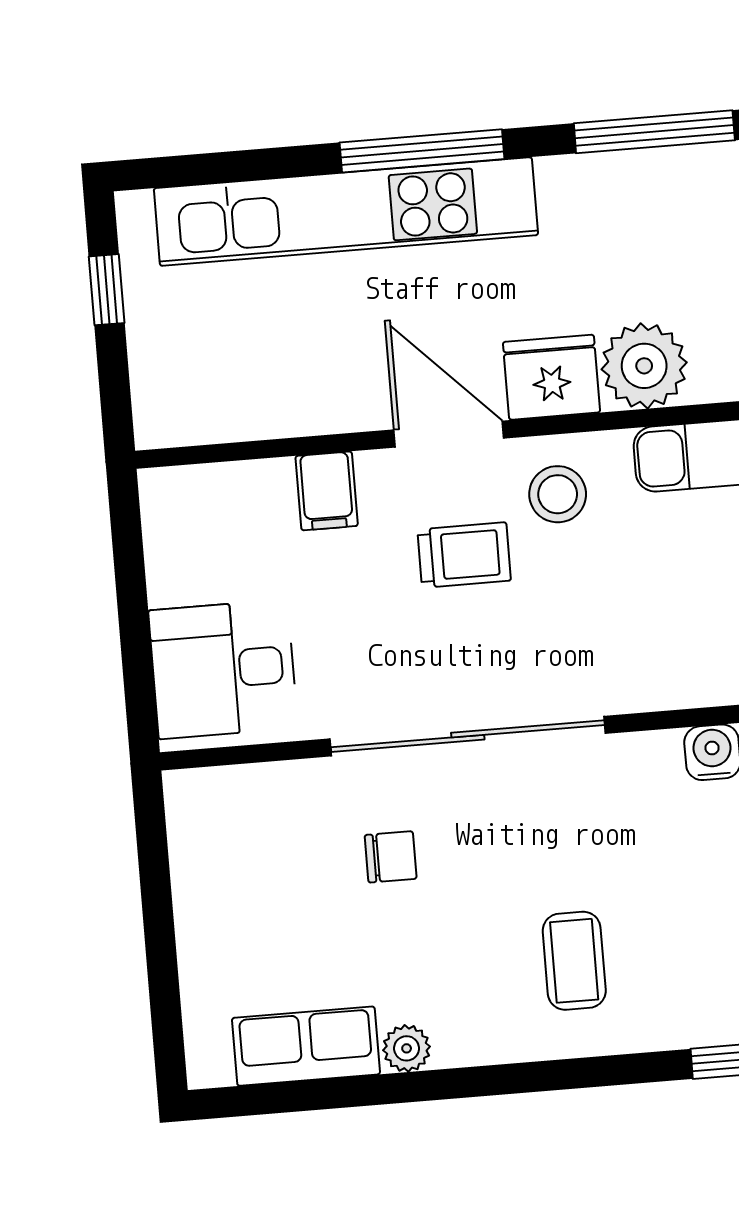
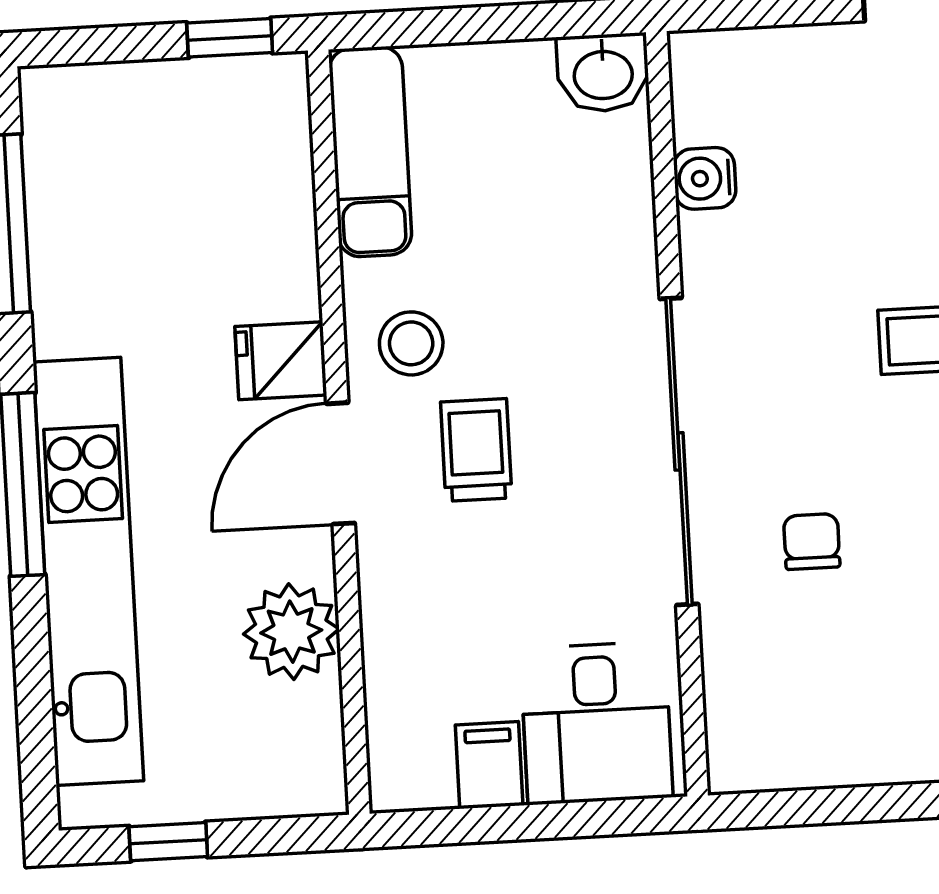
plant: (644, 366) -> (291, 632), moved
fridge: (551, 377) -> (281, 361), width x0.72
filing cabinet: (327, 491) -> (489, 765), moved, turned -90

